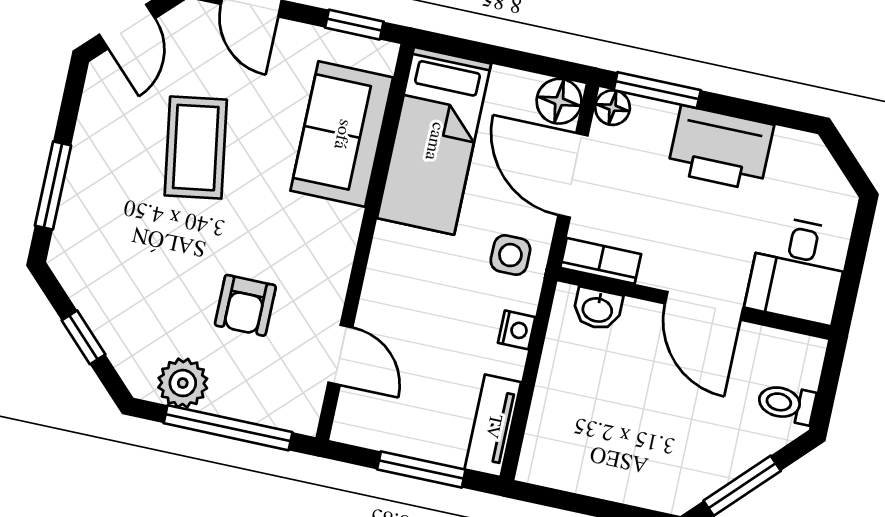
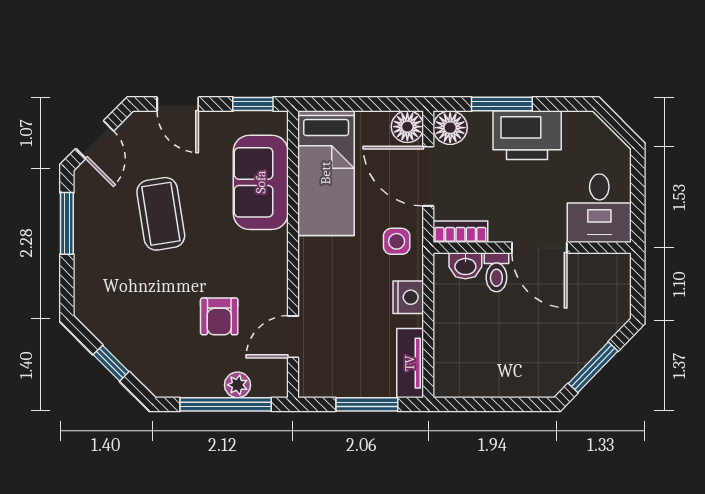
window: (657, 90) -> (502, 104), moved
floor lamp: (612, 108) -> (450, 128), width x1.37, depth x1.37
window: (53, 185) -> (67, 223), moved
nightstand: (517, 330) -> (408, 297), width x1.39, depth x1.35
door: (340, 355) -> (293, 337), swing flipped
plant: (183, 383) -> (237, 385), moved, width x0.73, depth x0.73
toilet: (786, 404) -> (496, 272), moved, turned -90

